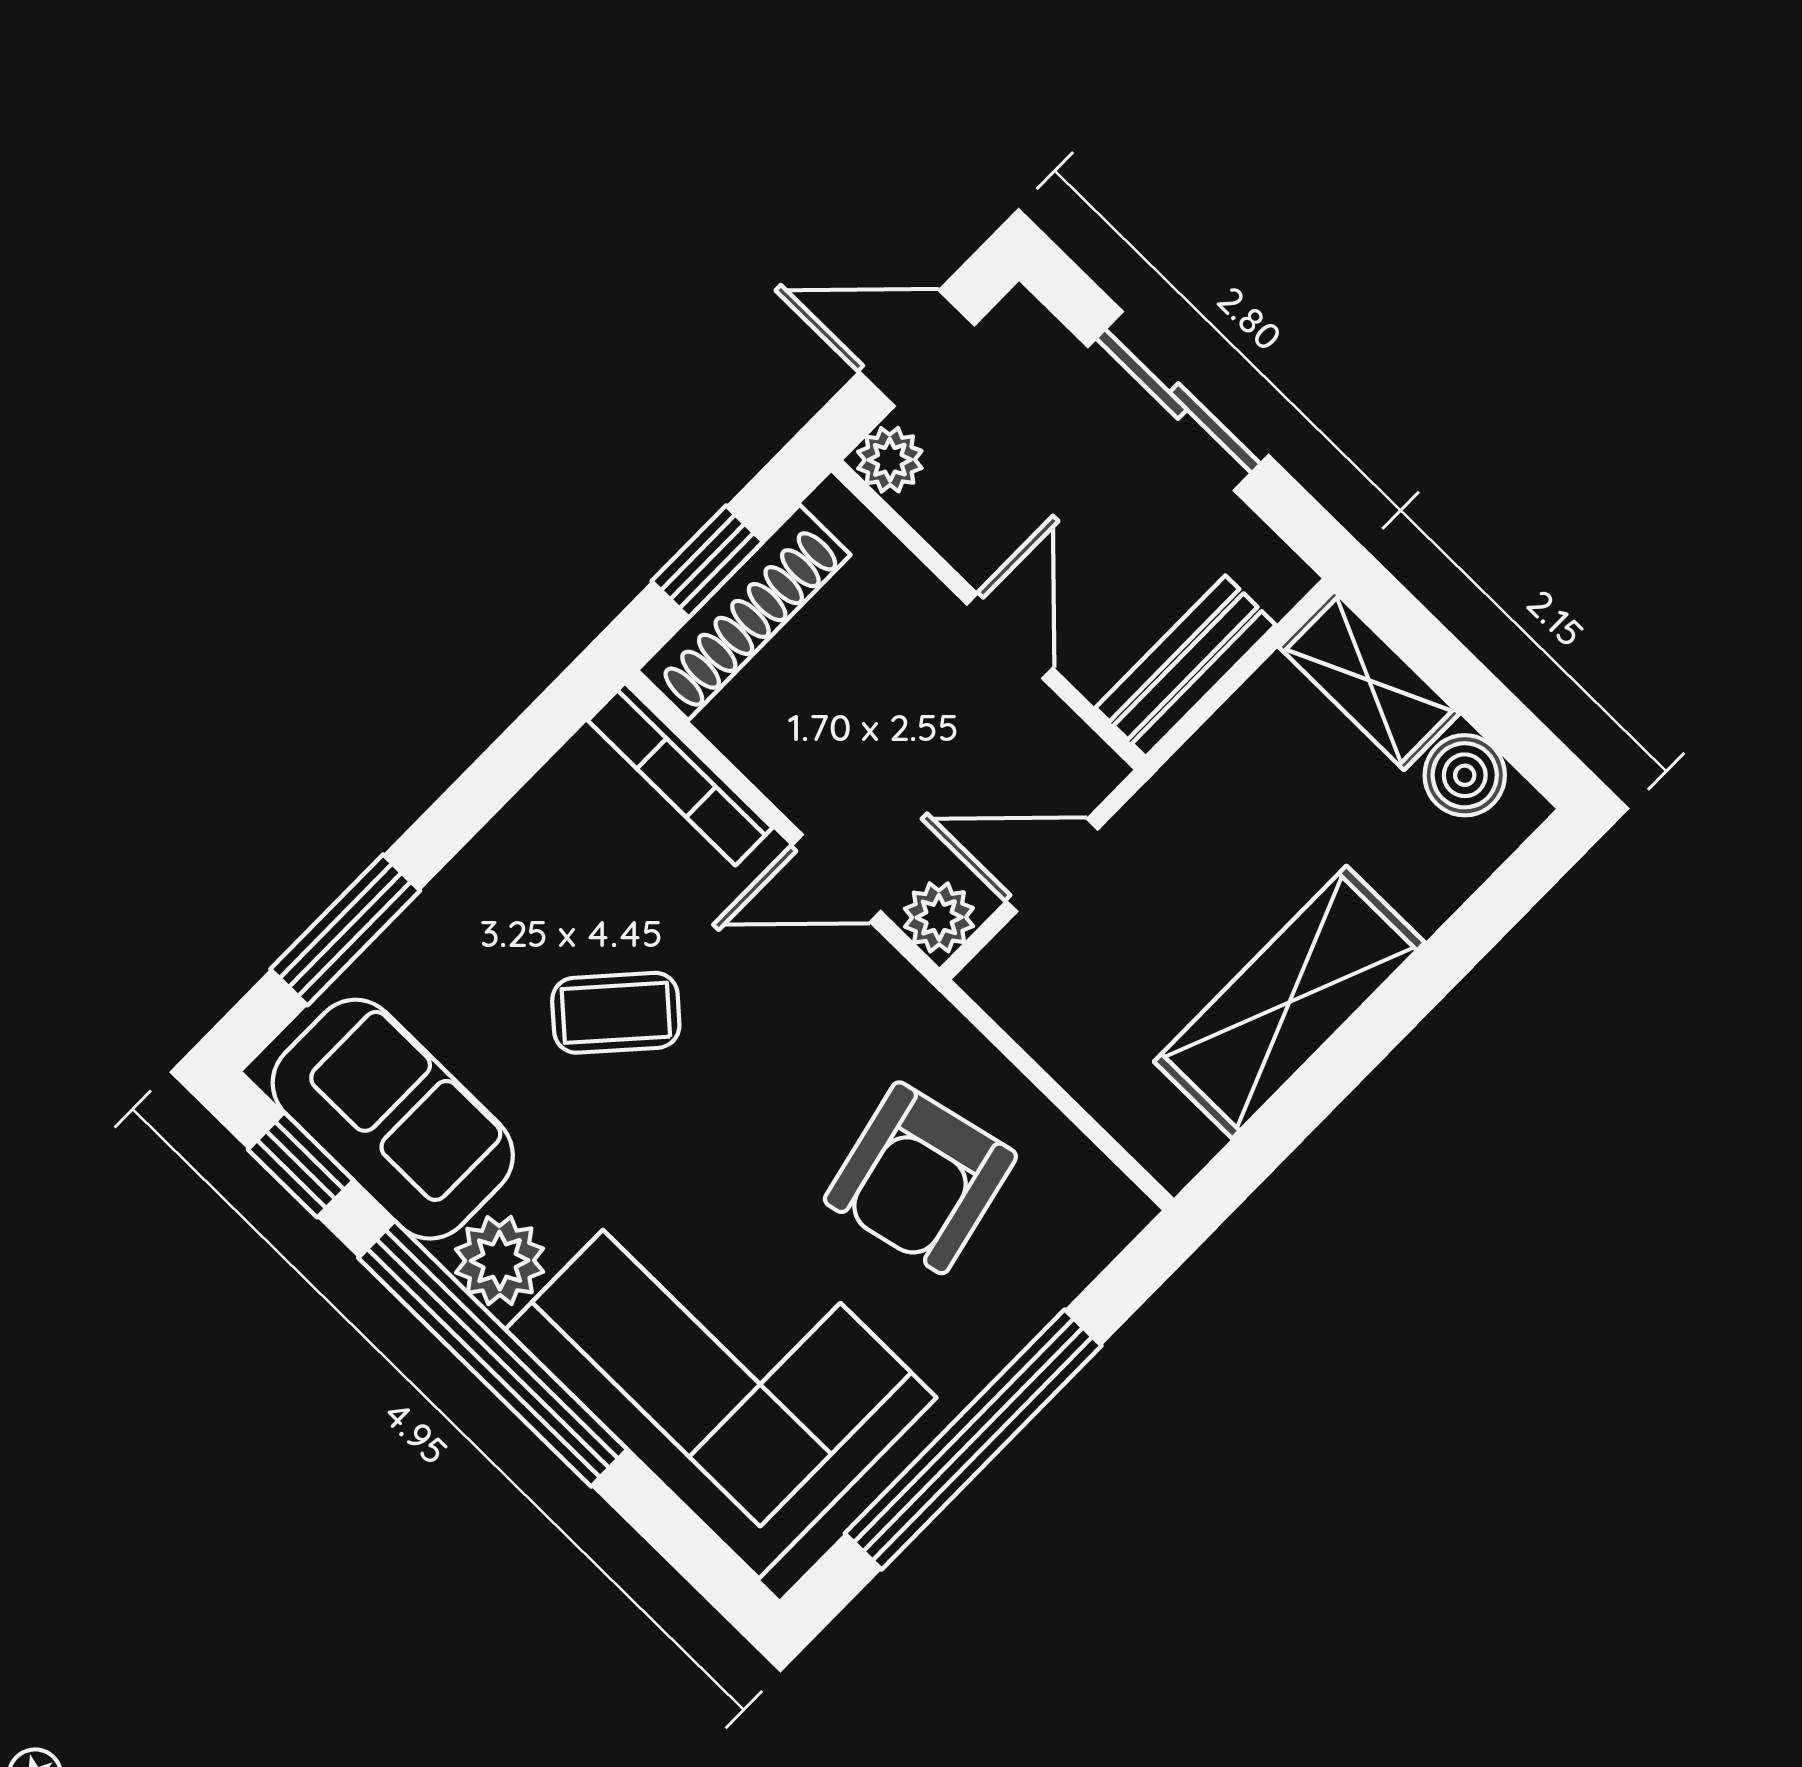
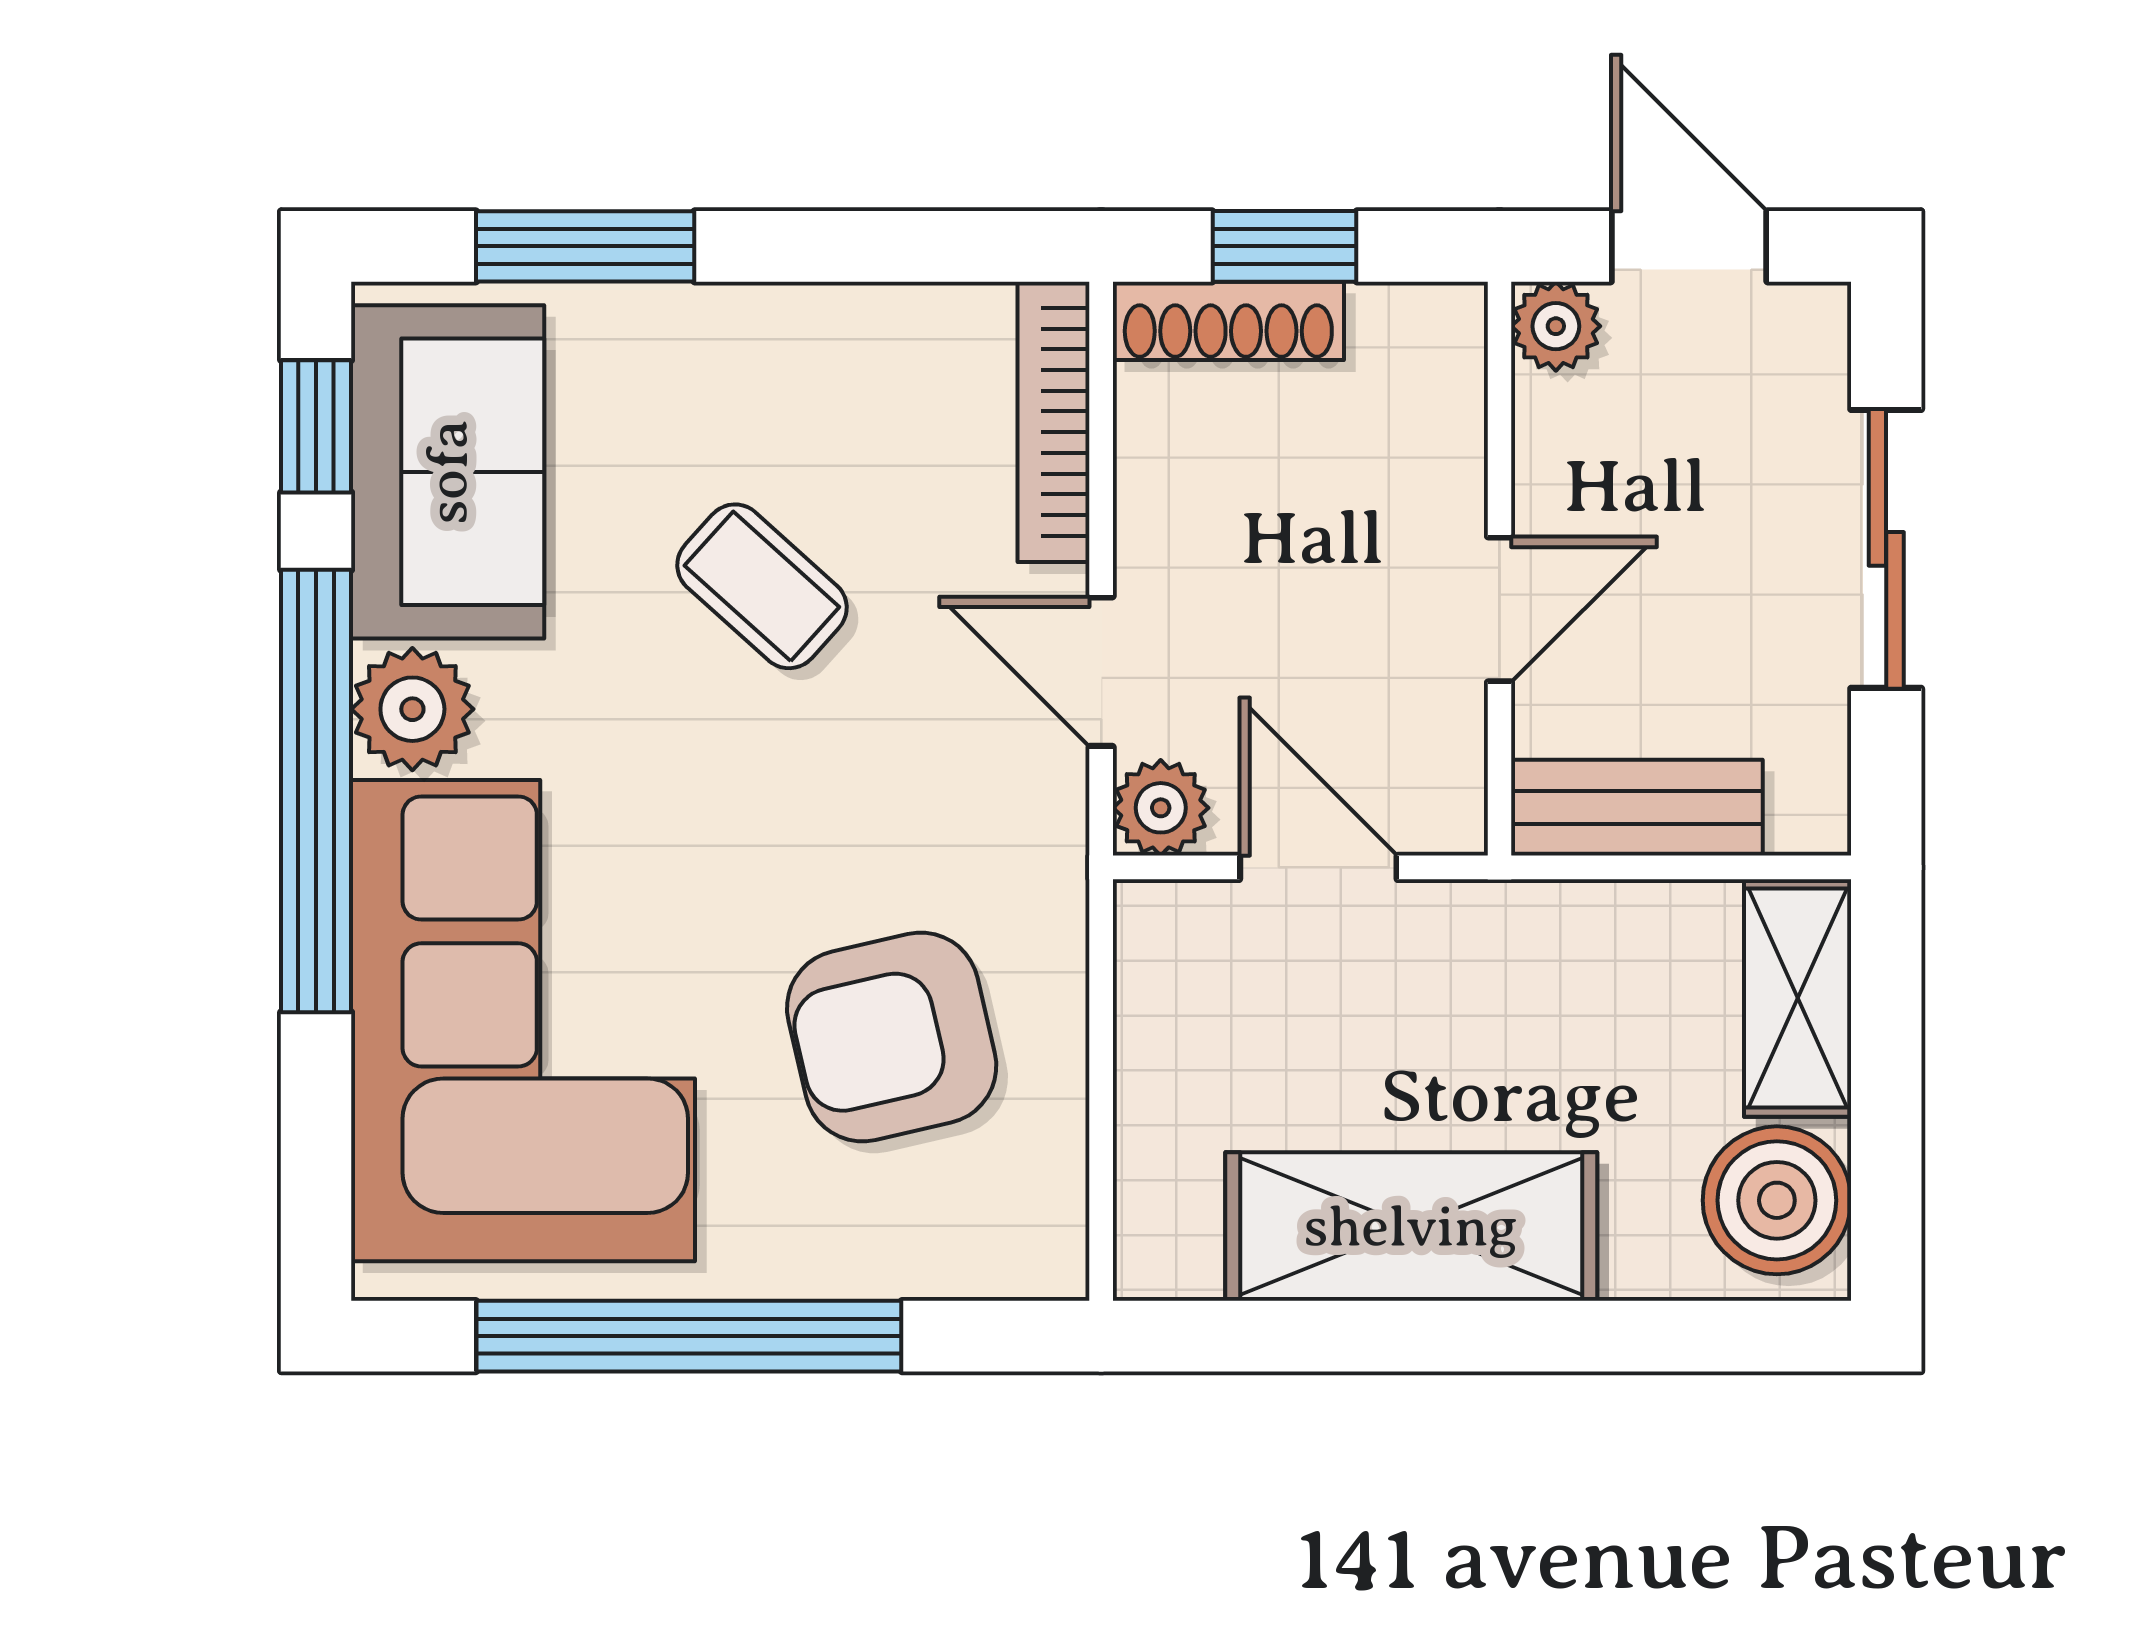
shoe rack: (744, 612) -> (1228, 321), width x0.74, depth x0.81
boiler: (1465, 775) -> (1777, 1200), width x1.36, depth x1.36

